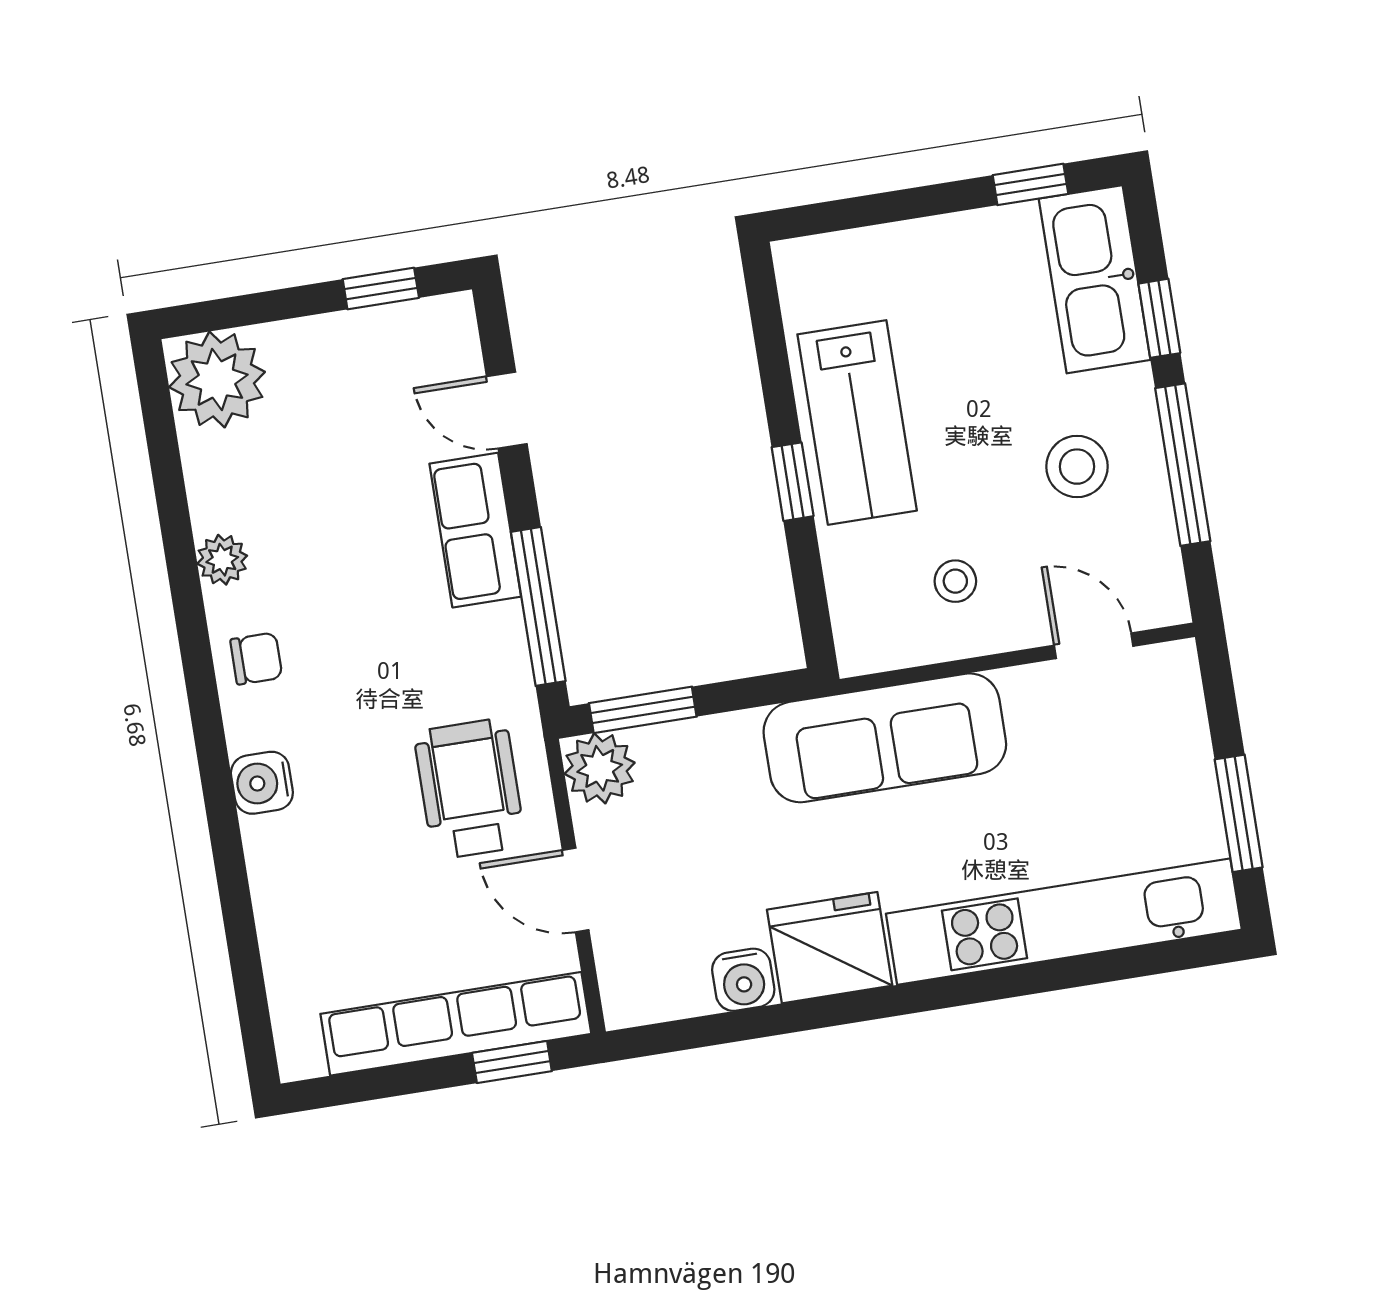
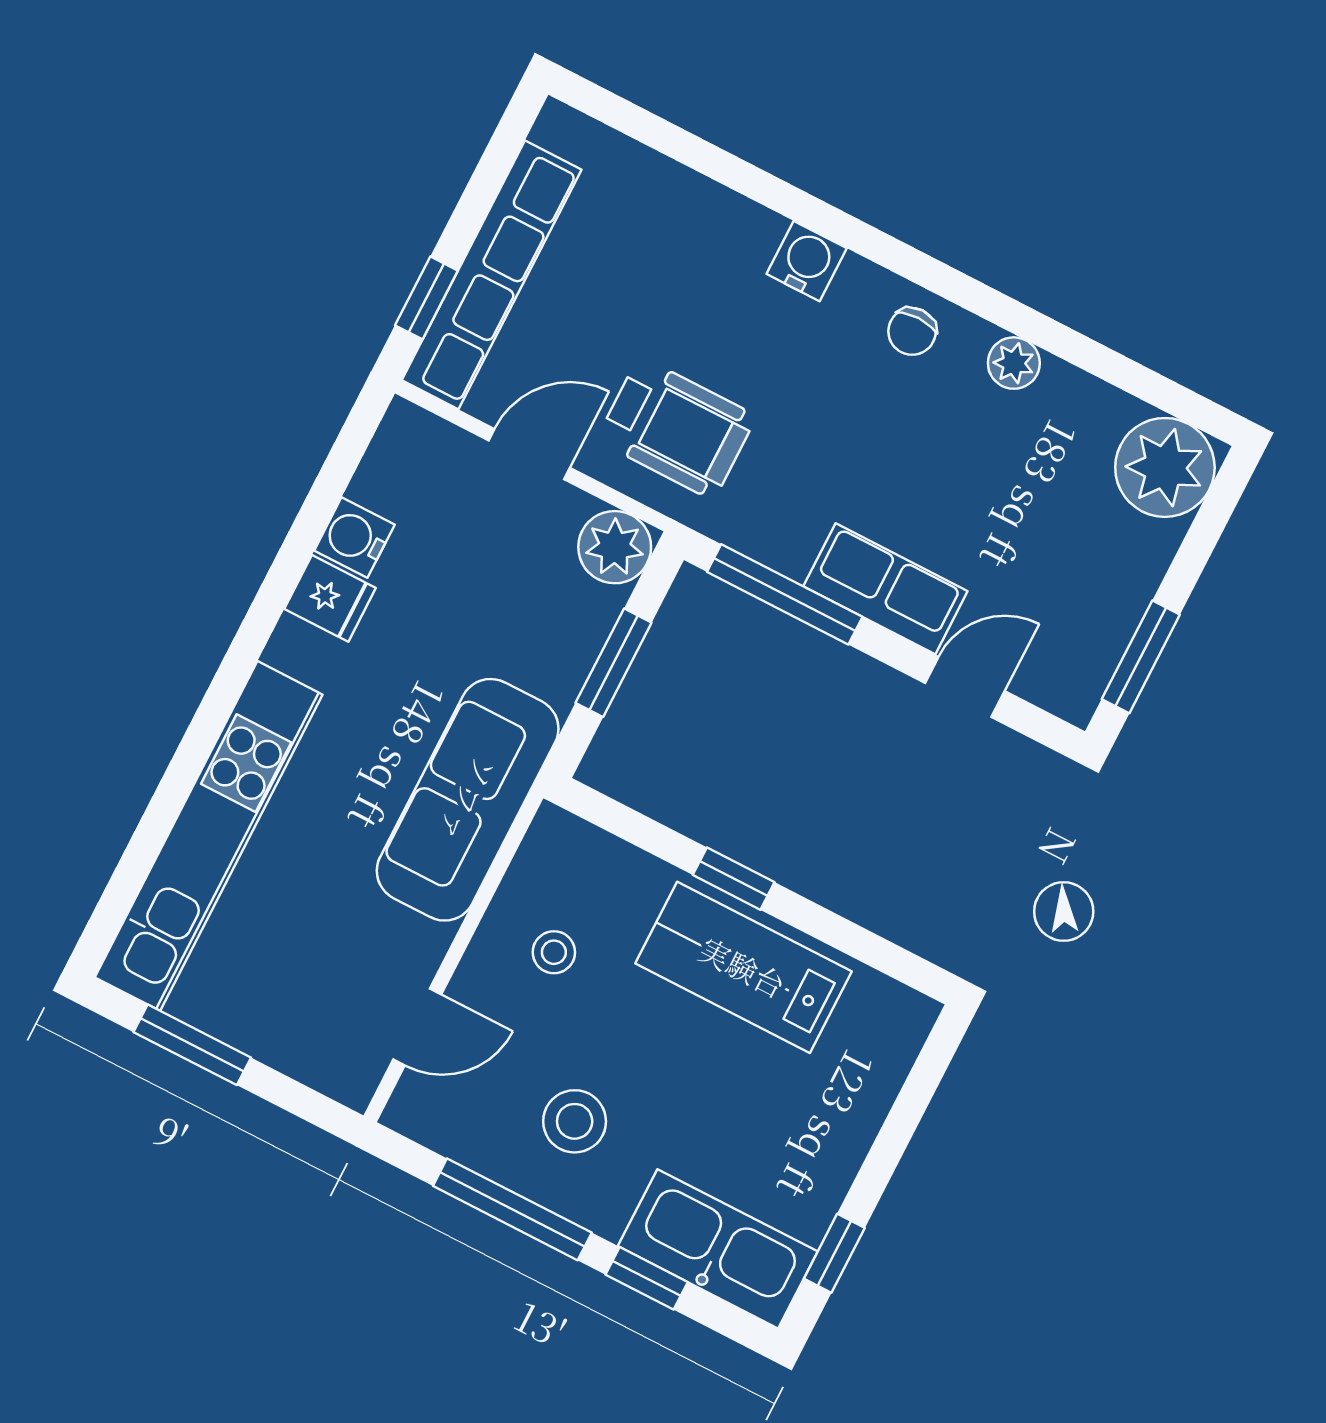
window: (381, 289) -> (1141, 657), width x1.50
window: (643, 710) -> (614, 663), moved
fridge: (830, 948) -> (330, 598), width x0.53, depth x0.75

